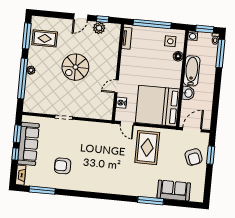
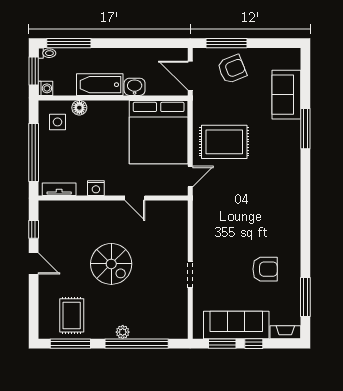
plant: (99, 28) -> (48, 233), removed
nightstand: (121, 103) -> (96, 188), moved
window: (211, 155) -> (226, 43), width x1.44
armchair: (63, 166) -> (265, 269), turned -90

